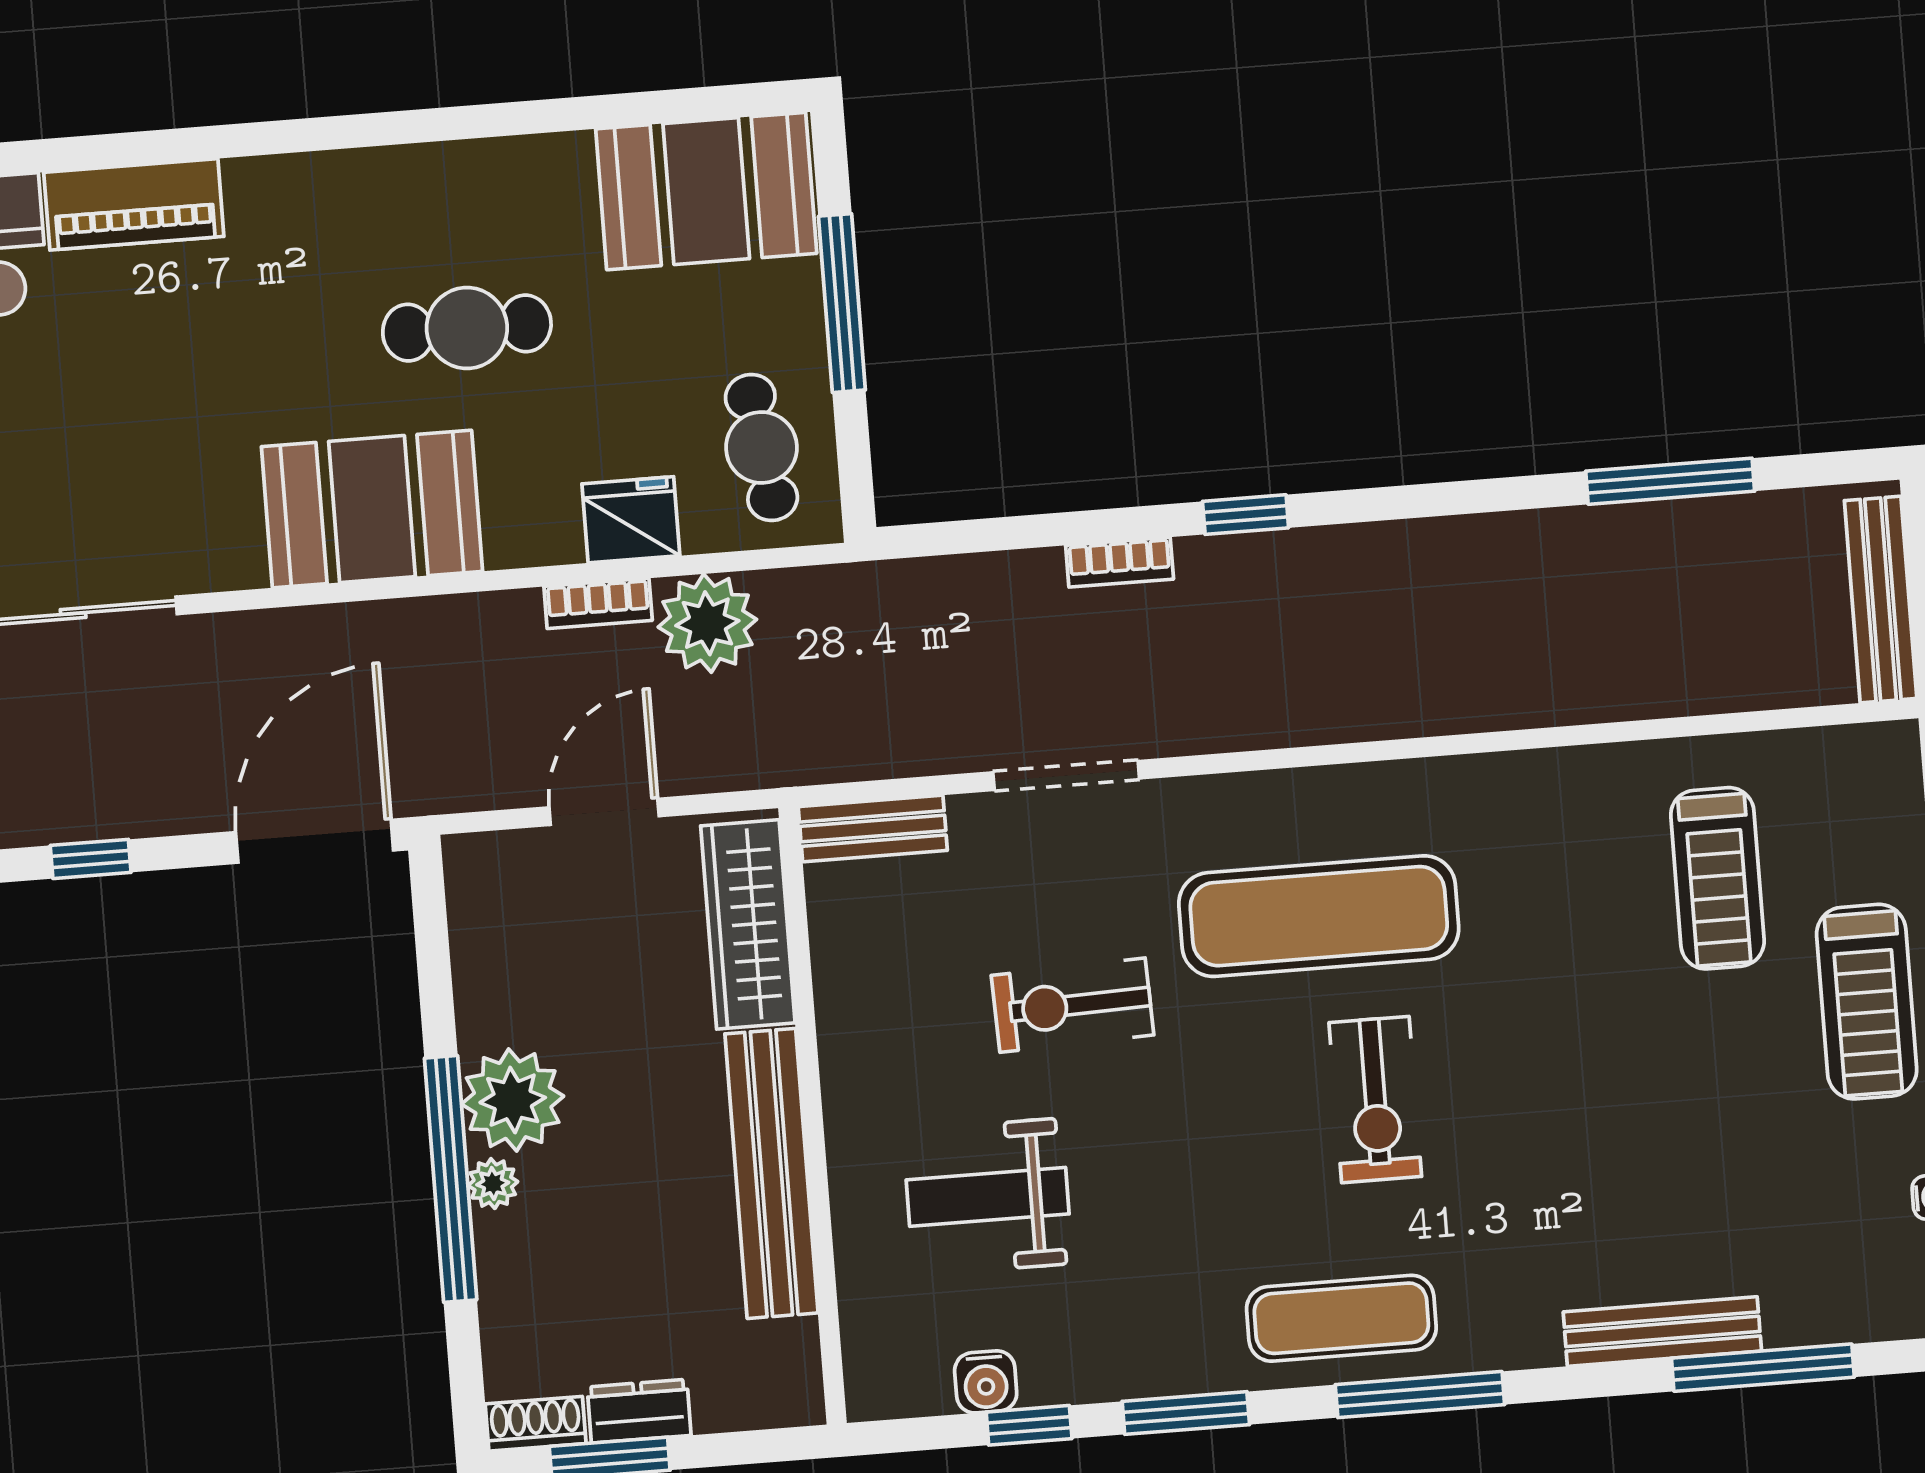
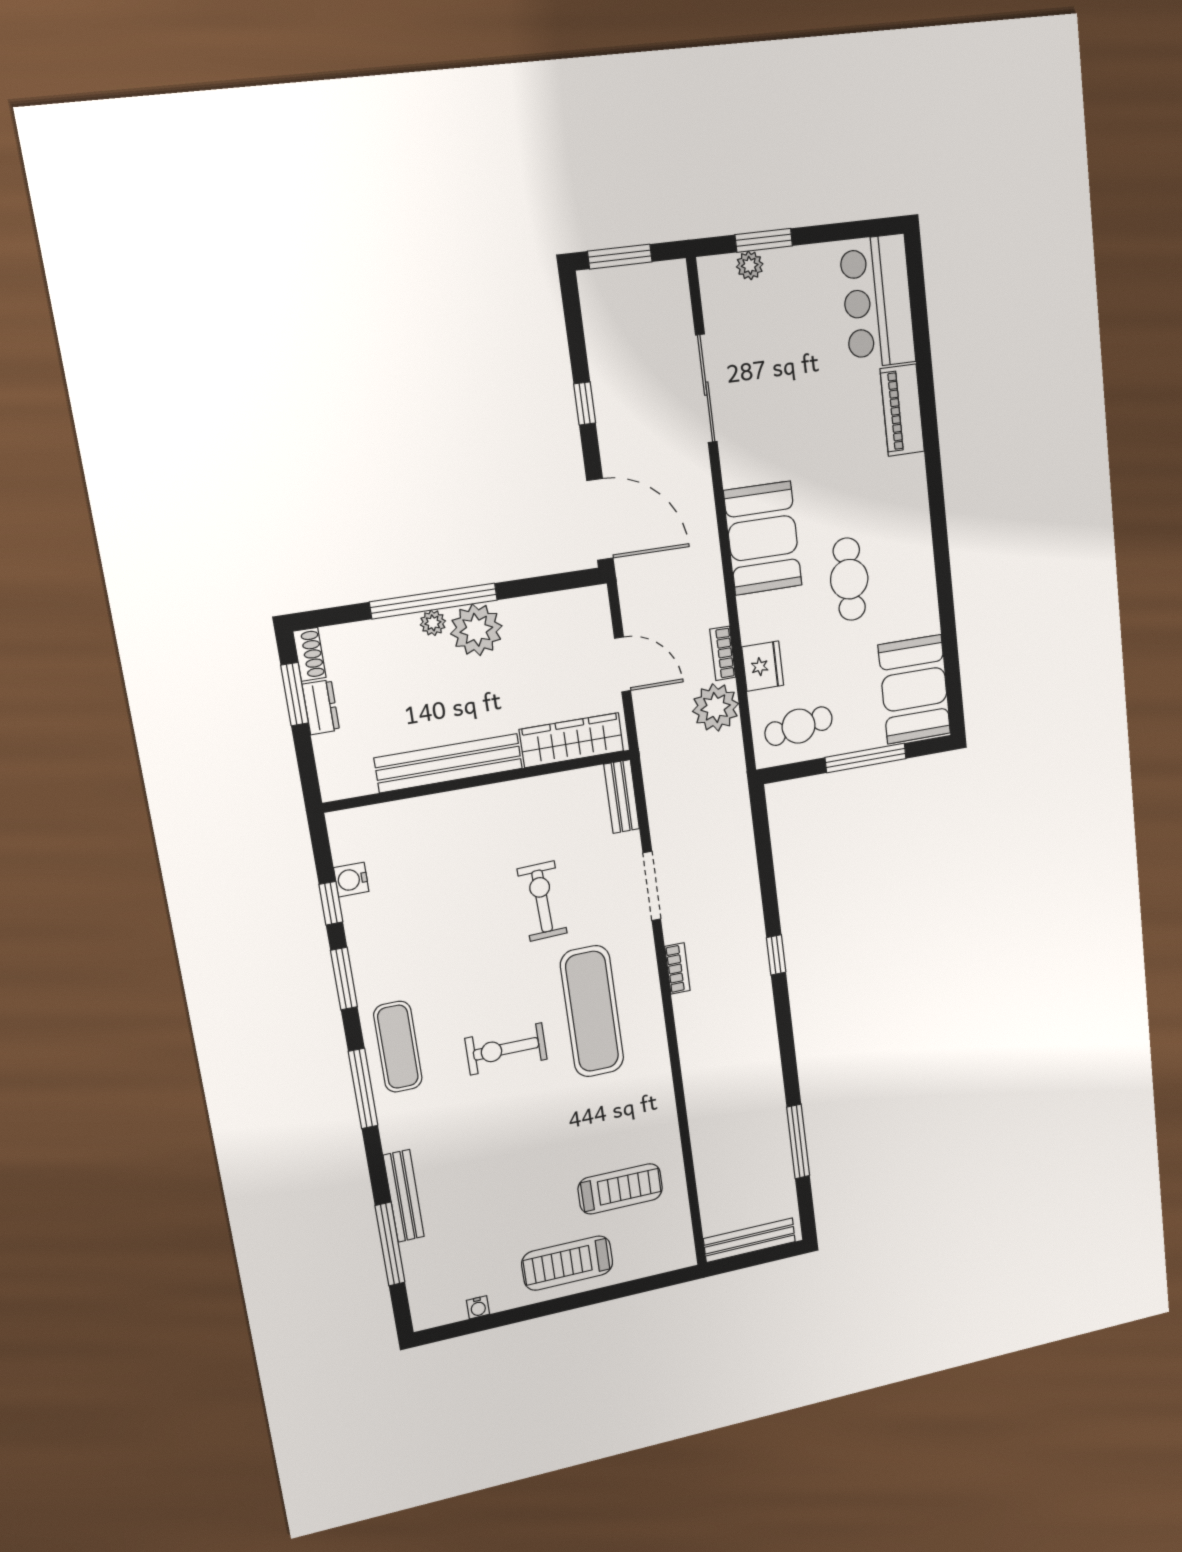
bookcase: (1120, 562) -> (677, 968), moved, turned 180
treadmill: (1717, 878) -> (620, 1189), turned 180
weight bench: (988, 1197) -> (445, 871), removed

